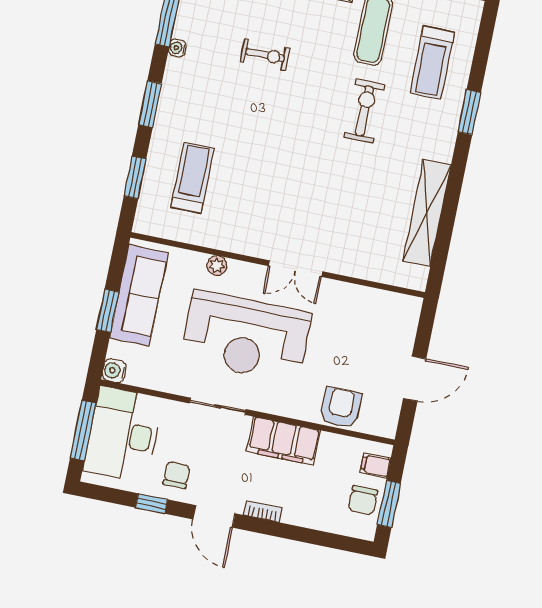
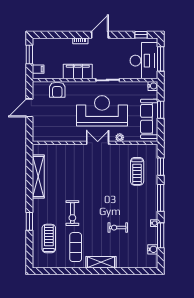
window: (150, 104) -> (161, 198), width x1.44
double door: (296, 269) -> (98, 143), moved
chair: (177, 475) -> (119, 49), removed
chair: (363, 500) -> (40, 54), removed
window: (152, 504) -> (141, 35), moved
door: (214, 516) -> (100, 35), hinge flipped

